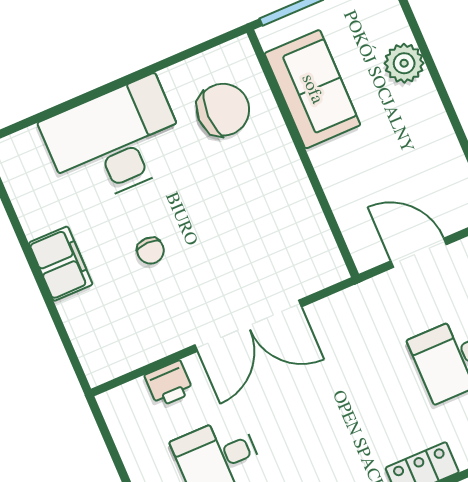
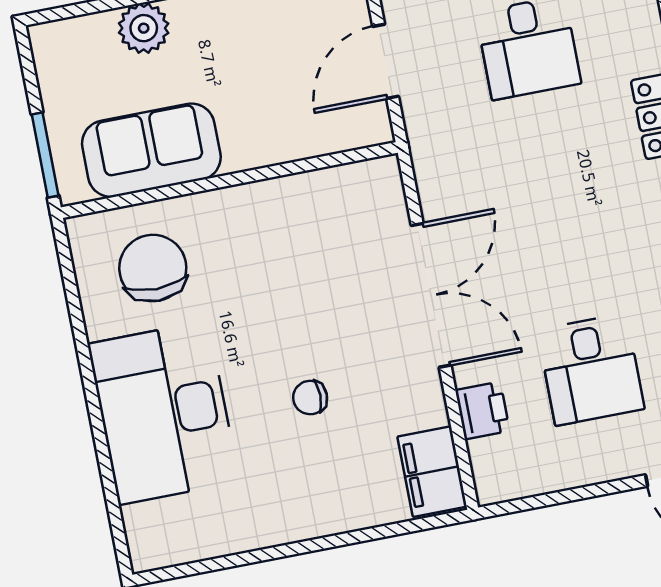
chair: (150, 251) -> (310, 398), turned 180
filing cabinet: (61, 264) -> (432, 472), moved, turned -90

